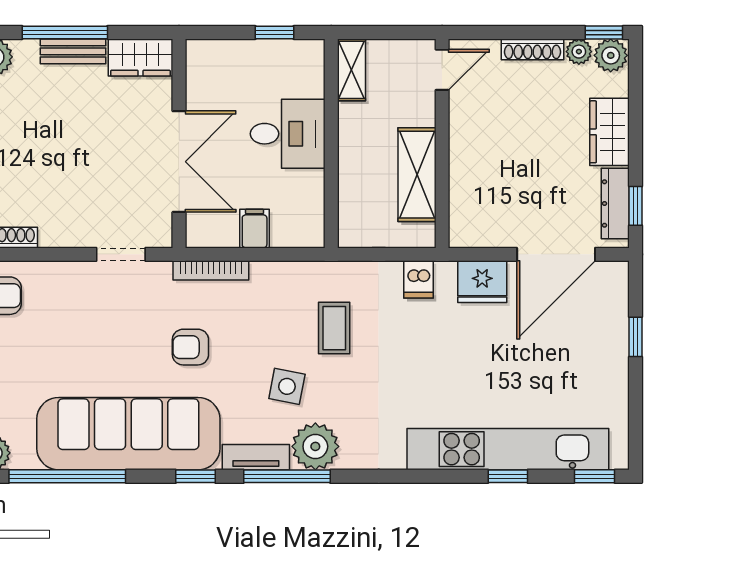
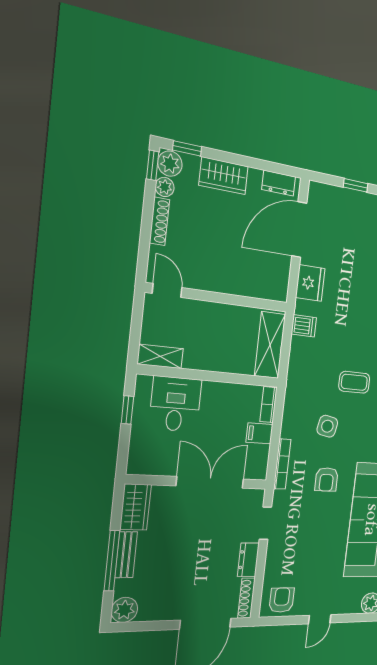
desk: (288, 134) -> (175, 404), moved
shelving: (417, 175) -> (270, 345), moved, turned 90
dresser: (615, 204) -> (279, 183), width x0.70
window: (635, 206) -> (187, 148), moved
dresser: (65, 234) -> (248, 560), added
bookcase: (298, 238) -> (269, 405), added
door: (556, 254) -> (299, 230), swing flipped
coffee table: (334, 328) -> (354, 382), moved
side table: (287, 386) -> (327, 426), moved

